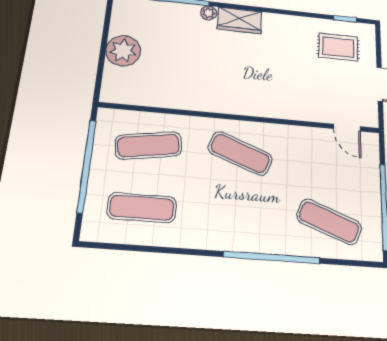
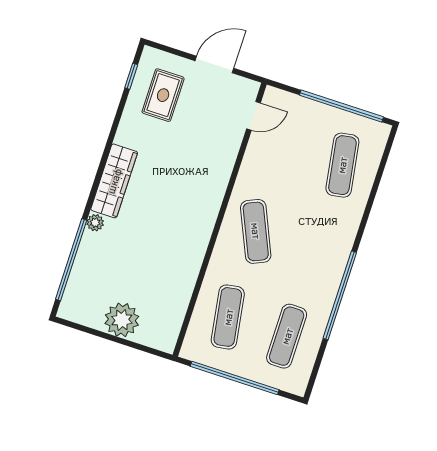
wardrobe: (240, 20) -> (114, 181), width x1.50
exercise mat: (240, 153) -> (256, 231), turned -45
exercise mat: (329, 222) -> (342, 165), turned -30
window: (272, 257) -> (340, 295), moved

